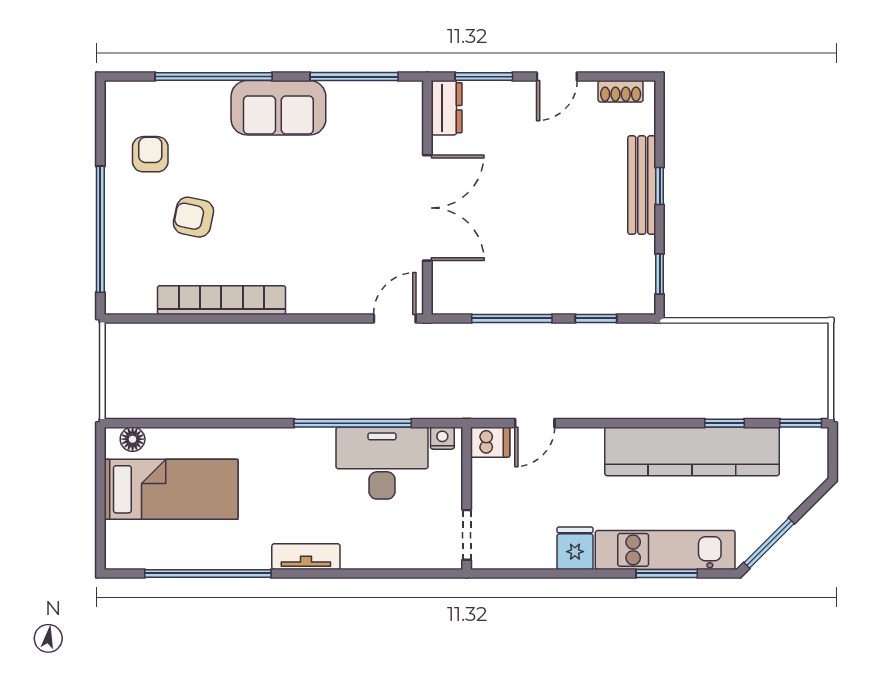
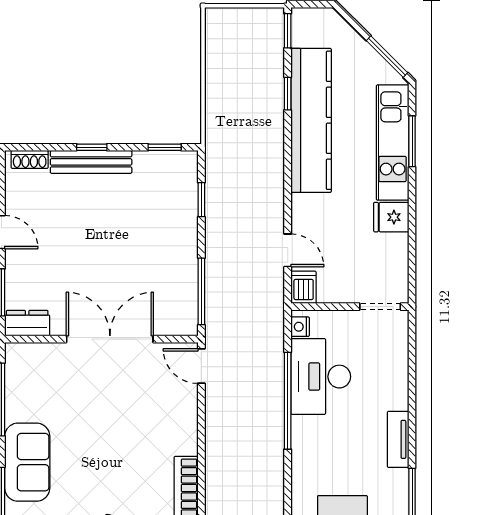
shoe rack: (621, 91) -> (30, 159), moved, turned 90
window: (512, 318) -> (201, 291), moved

